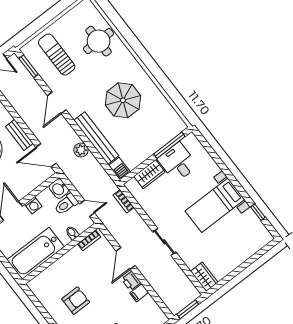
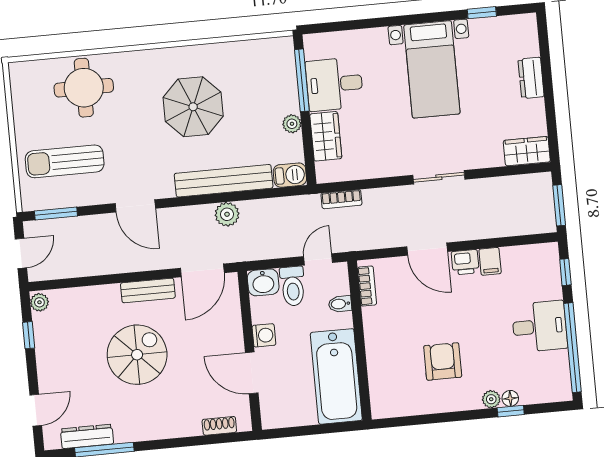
plant: (145, 154) -> (292, 124), added
dresser: (241, 256) -> (531, 78), added

